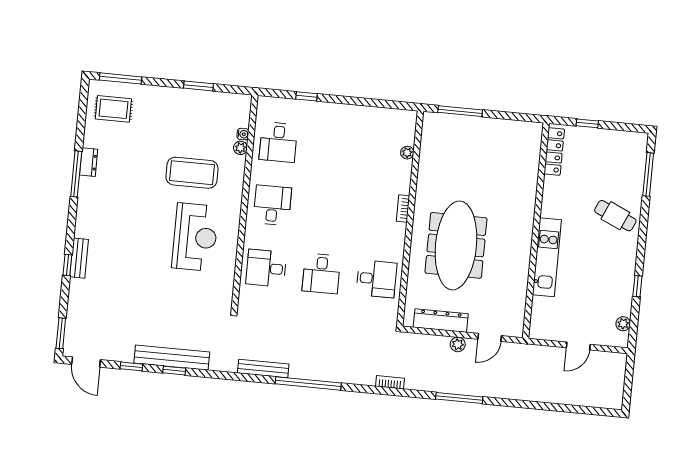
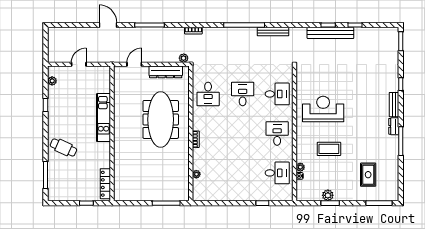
plant: (201, 99) -> (328, 195), added
rug: (113, 109) -> (368, 175), moved, turned 90
desk: (278, 142) -> (277, 173), turned 90
dresser: (89, 162) -> (394, 126), moved
coffee table: (192, 173) -> (329, 149), width x0.73, depth x0.76
desk: (272, 205) -> (277, 133), turned 180
reception desk: (195, 237) -> (323, 109), turned 90
bench: (79, 258) -> (394, 105), moved
desk: (376, 279) -> (208, 94), turned -90
plant: (458, 344) -> (184, 58), moved
door: (86, 362) -> (108, 25), moved

